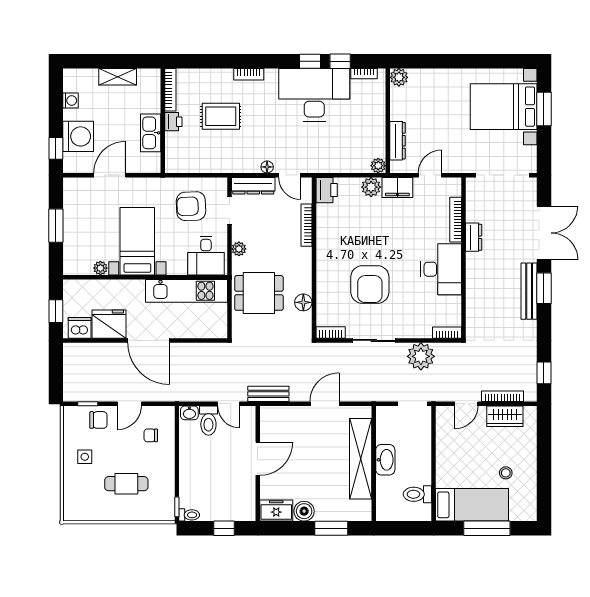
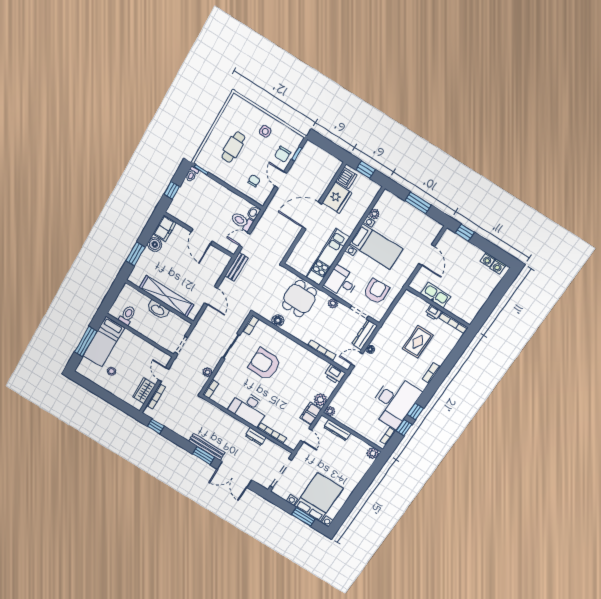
shelving: (118, 77) -> (483, 297), removed
washing machine: (78, 136) -> (498, 267), moved, width x0.53, depth x0.53
plant: (421, 356) -> (207, 372), width x0.53, depth x0.53

